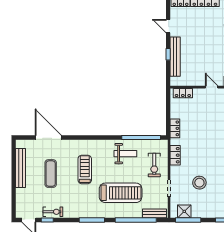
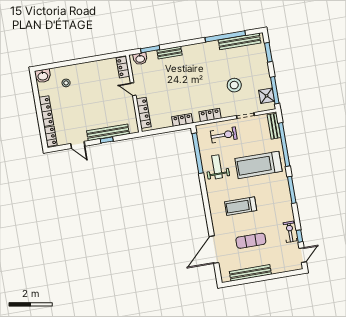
door: (168, 26) -> (78, 145), hinge flipped
door: (212, 87) -> (133, 89), hinge flipped
locker: (183, 93) -> (144, 113), width x1.53
treadmill: (121, 193) -> (259, 165), turned -90

